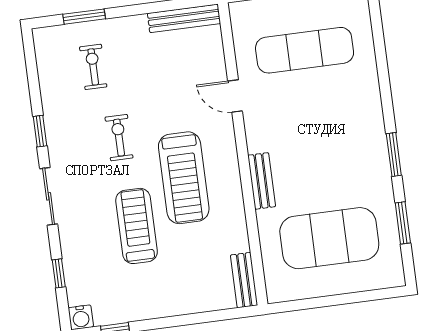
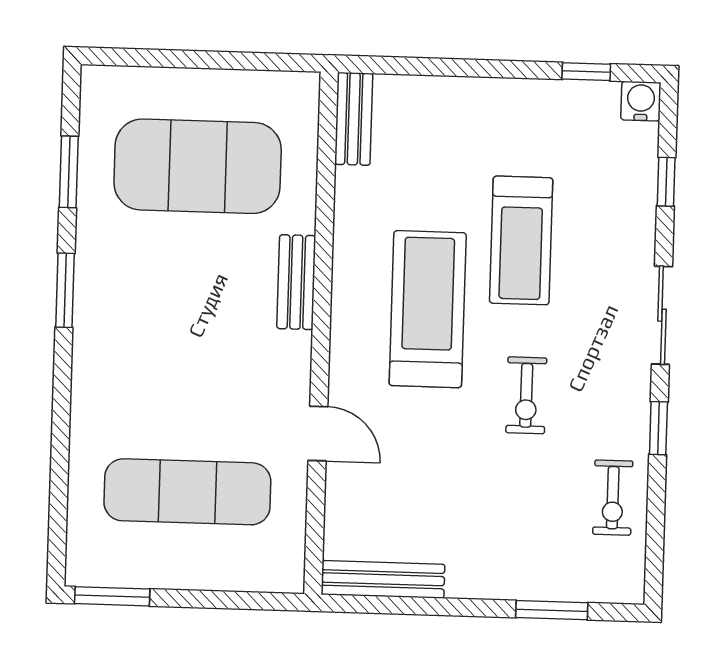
exercise bike: (93, 67) -> (613, 498), moved

